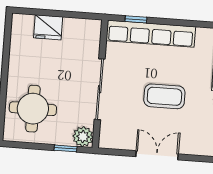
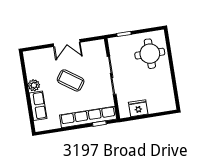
fridge: (48, 27) -> (138, 108), moved
coffee table: (164, 96) -> (71, 80), turned 35
plant: (83, 137) -> (115, 44), removed

